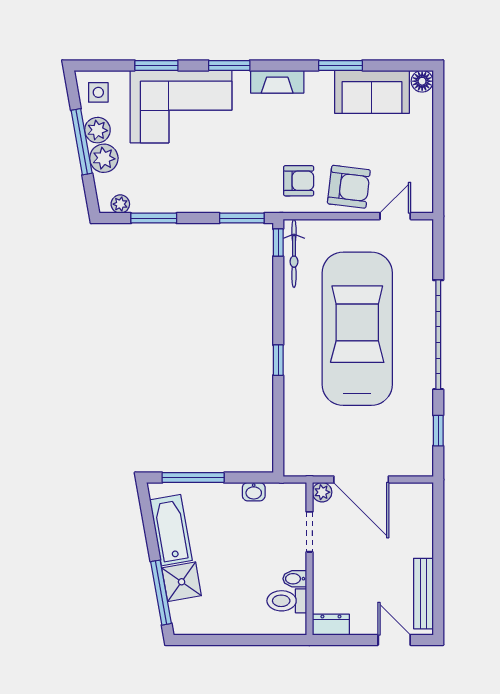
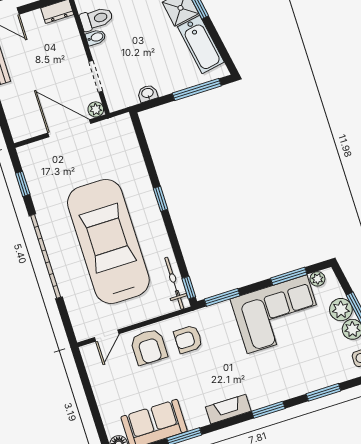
corner sofa: (181, 107) -> (277, 314), moved, turned 180
armchair: (349, 187) -> (149, 347), turned -97
car: (357, 329) -> (108, 241), turned 180

